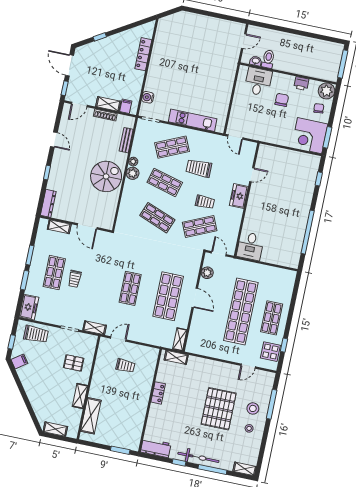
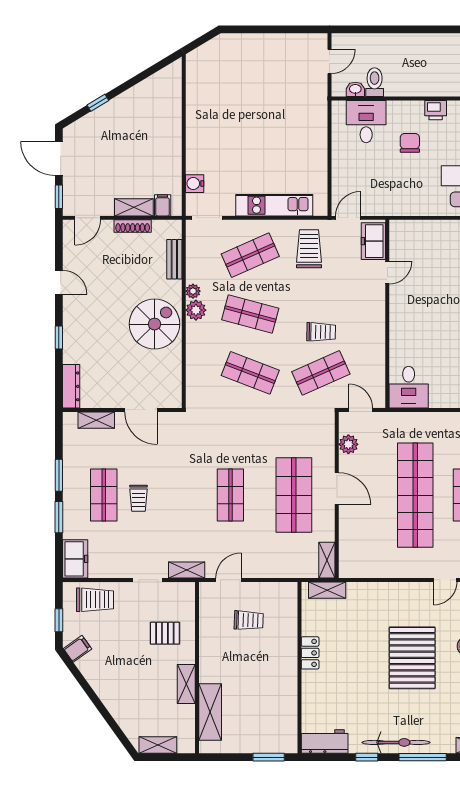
locker: (143, 54) -> (173, 116), removed
door: (235, 137) -> (348, 218), swing flipped
trolley: (199, 168) -> (309, 249), moved, turned 90
freezer: (239, 196) -> (373, 241), moved

